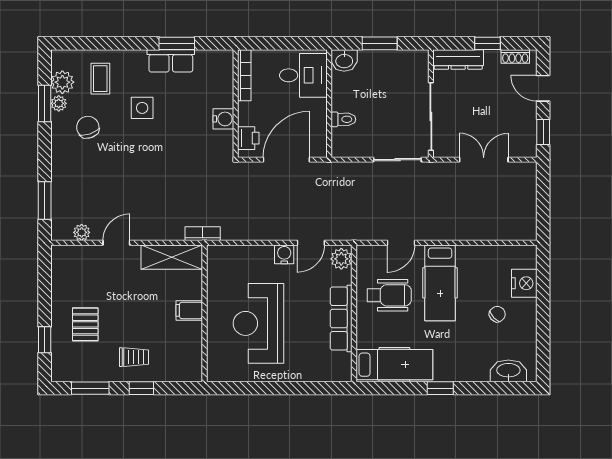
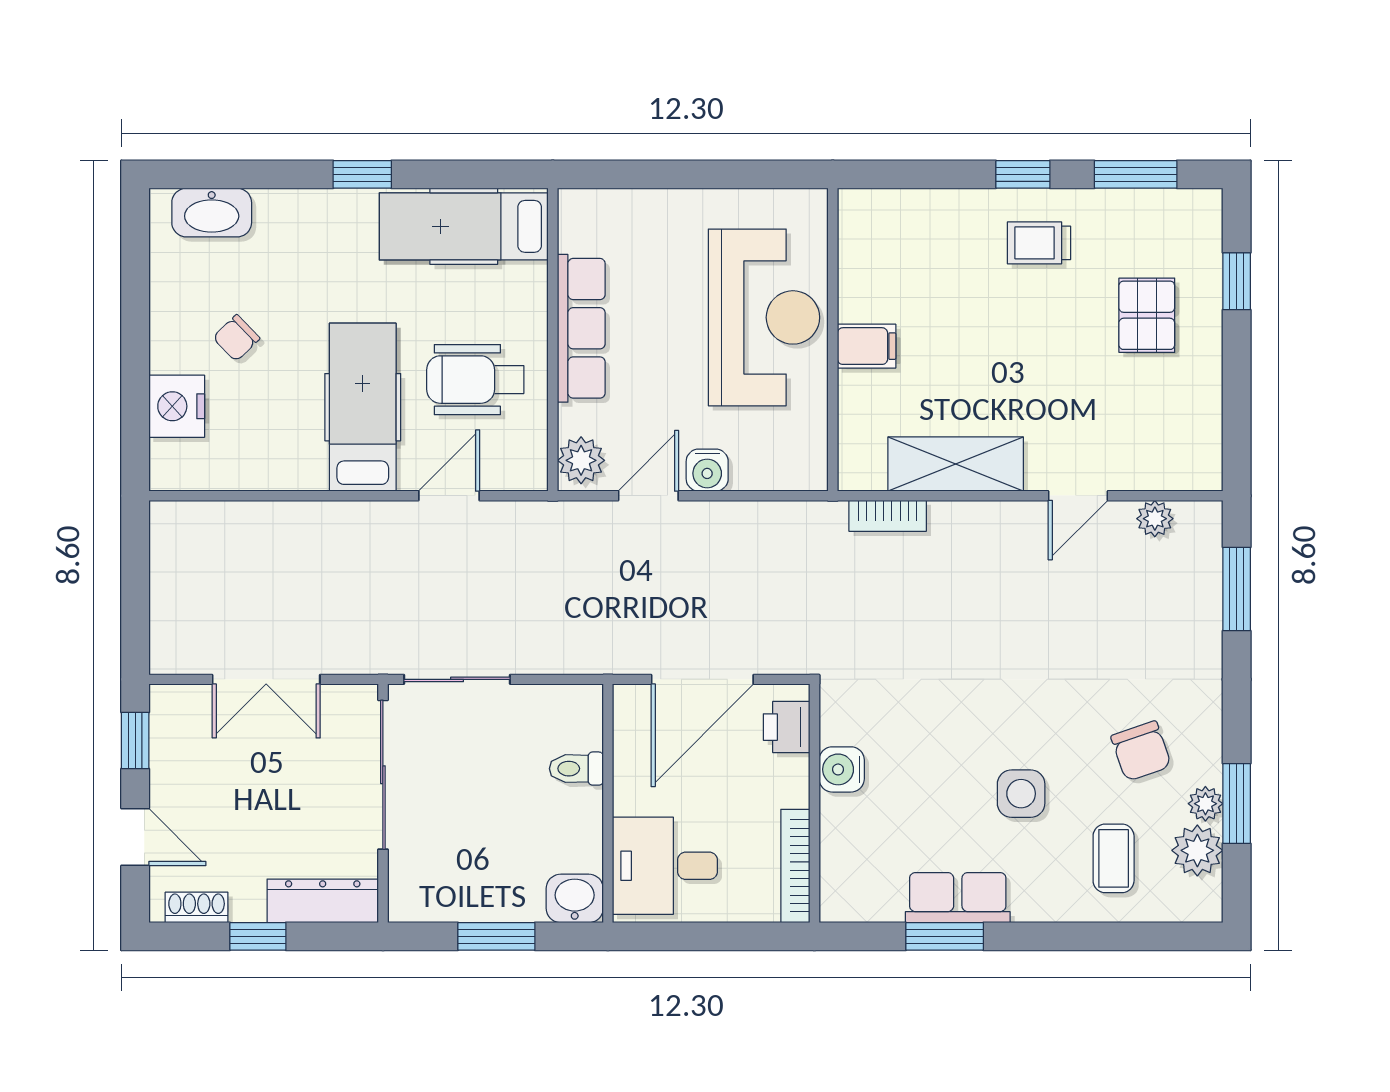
filing cabinet: (189, 310) -> (867, 346), moved
wall: (205, 313) -> (833, 340), moved

